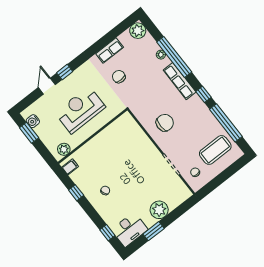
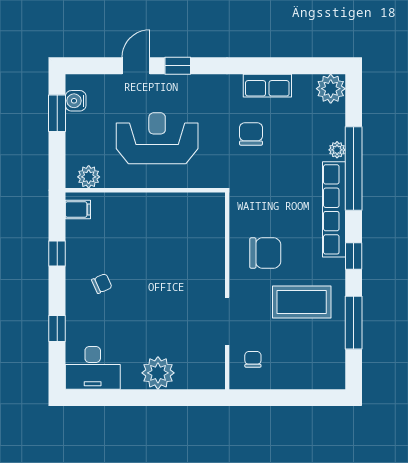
row of seats: (180, 81) -> (334, 209), width x1.36
window: (226, 123) -> (354, 323), width x0.68
coffee table: (215, 150) -> (302, 302), moved
window: (154, 231) -> (126, 398), removed
window: (107, 233) -> (57, 328), moved

